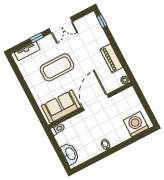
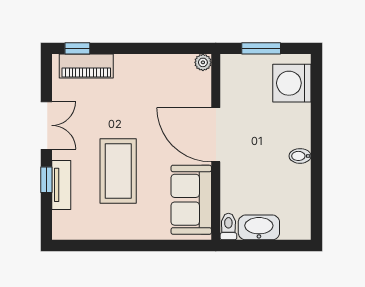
tv unit: (27, 51) -> (61, 185), moved
piano: (111, 58) -> (86, 66), moved
window: (144, 103) -> (261, 48), added
washbasin: (70, 154) -> (259, 227), moved

